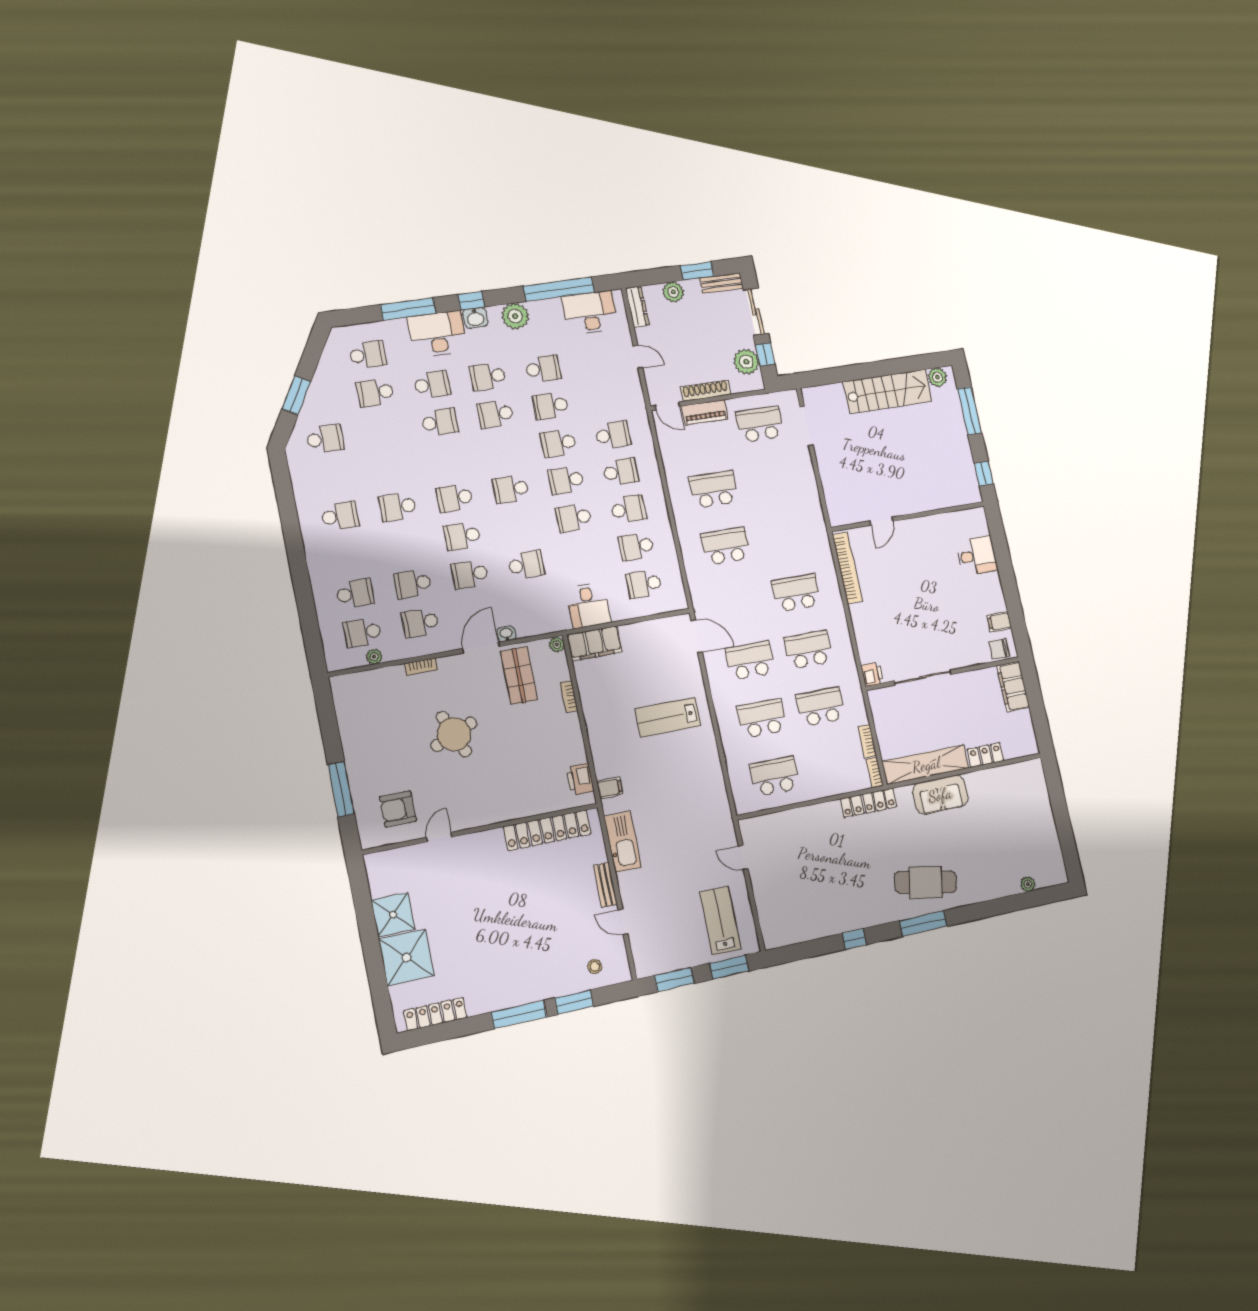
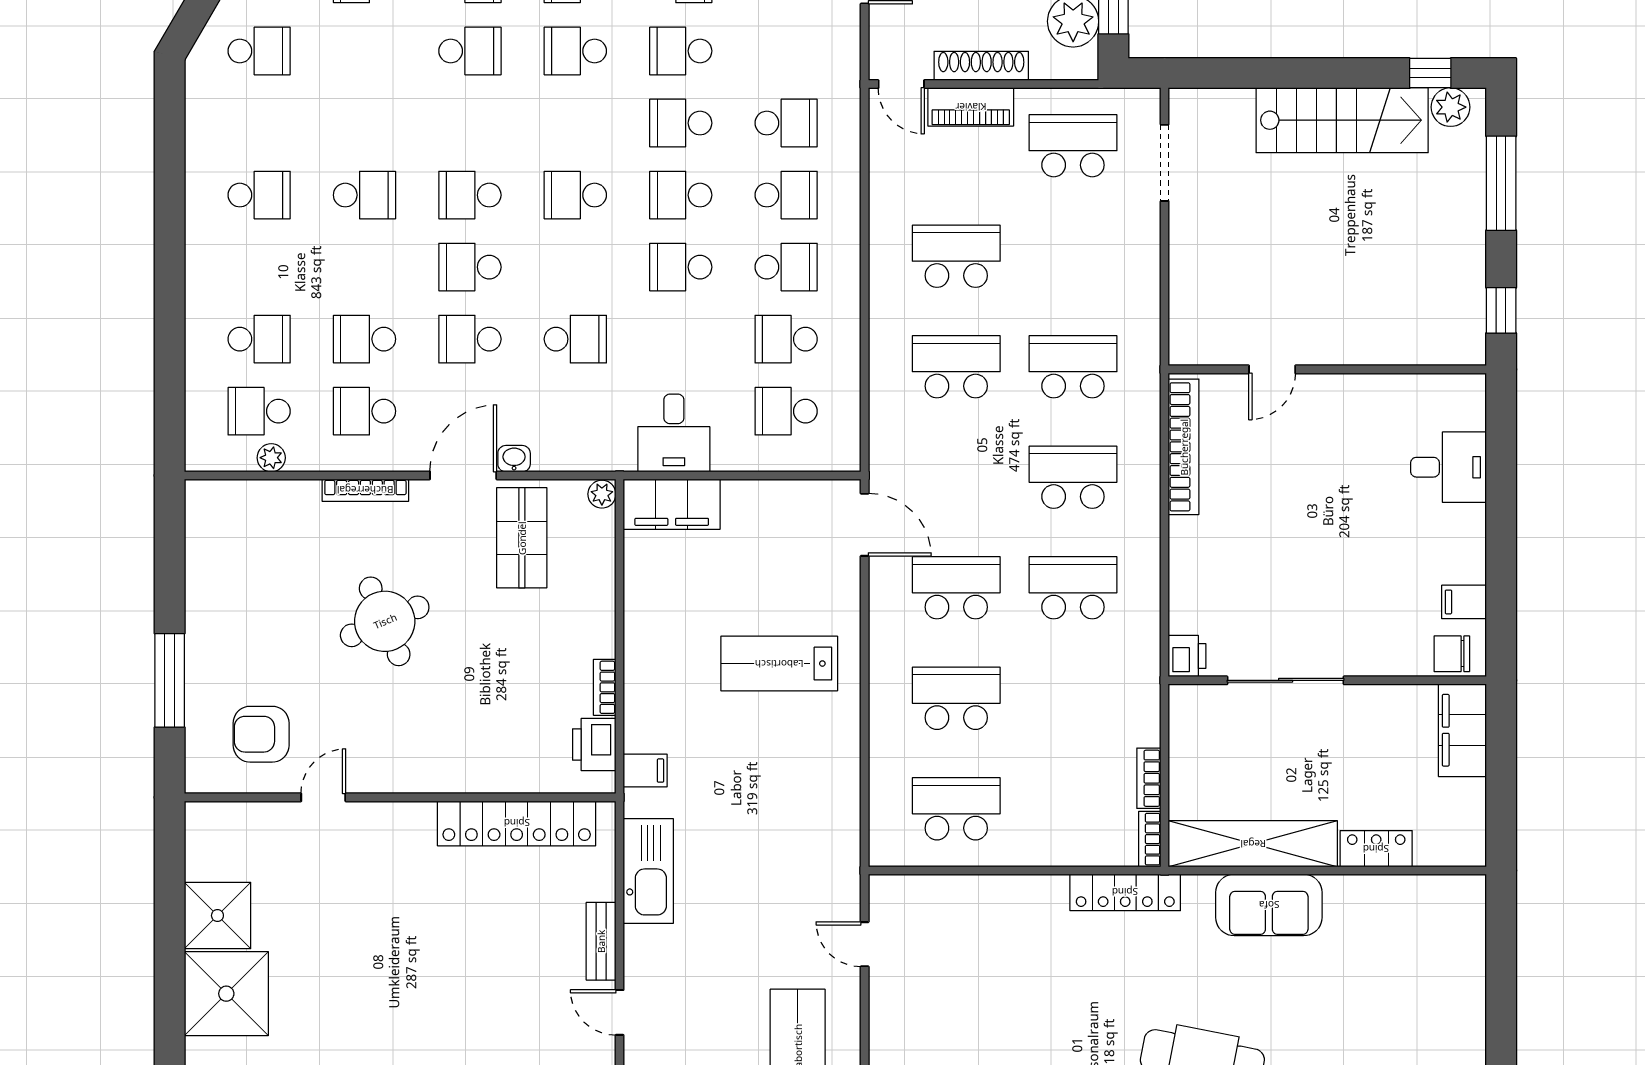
window: (924, 362) -> (1430, 73), added
school desk: (398, 507) -> (365, 195), turned 180
bookcase: (421, 667) -> (365, 490), width x1.56
bookcase: (569, 697) -> (605, 687), moved
school desk: (821, 707) -> (1073, 367), moved

